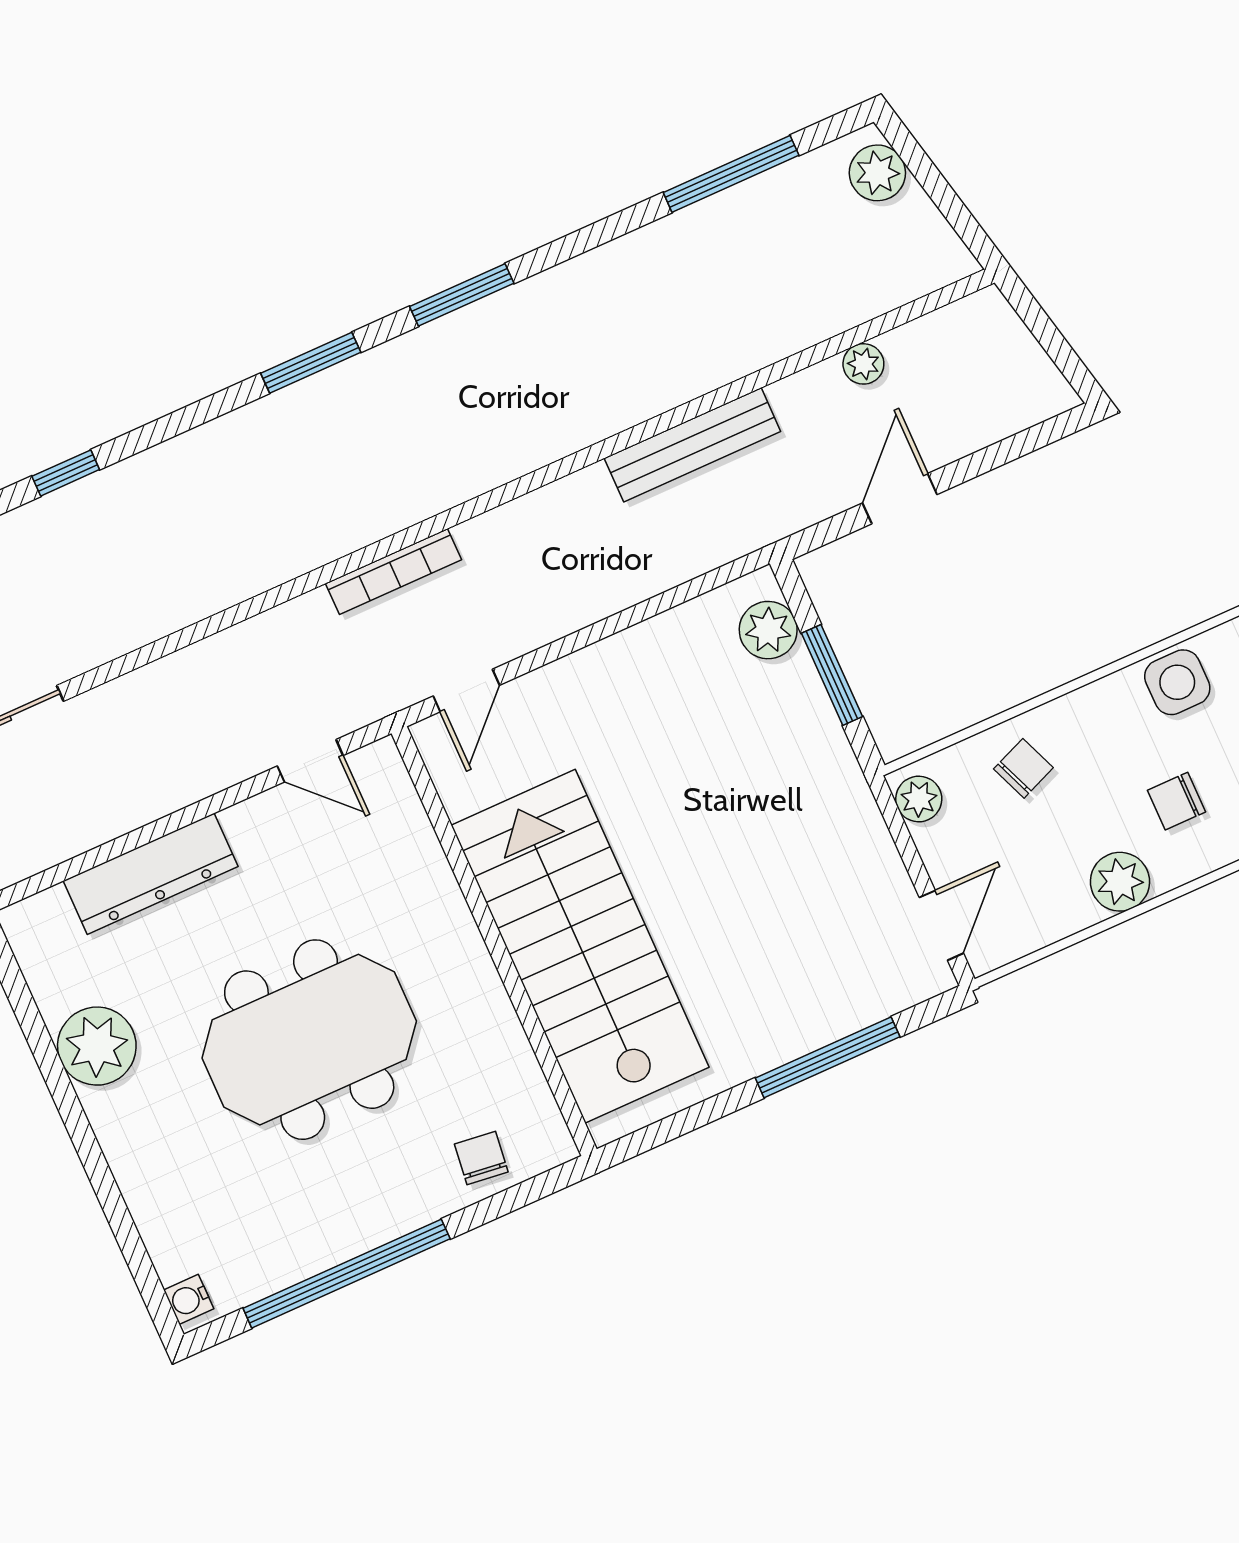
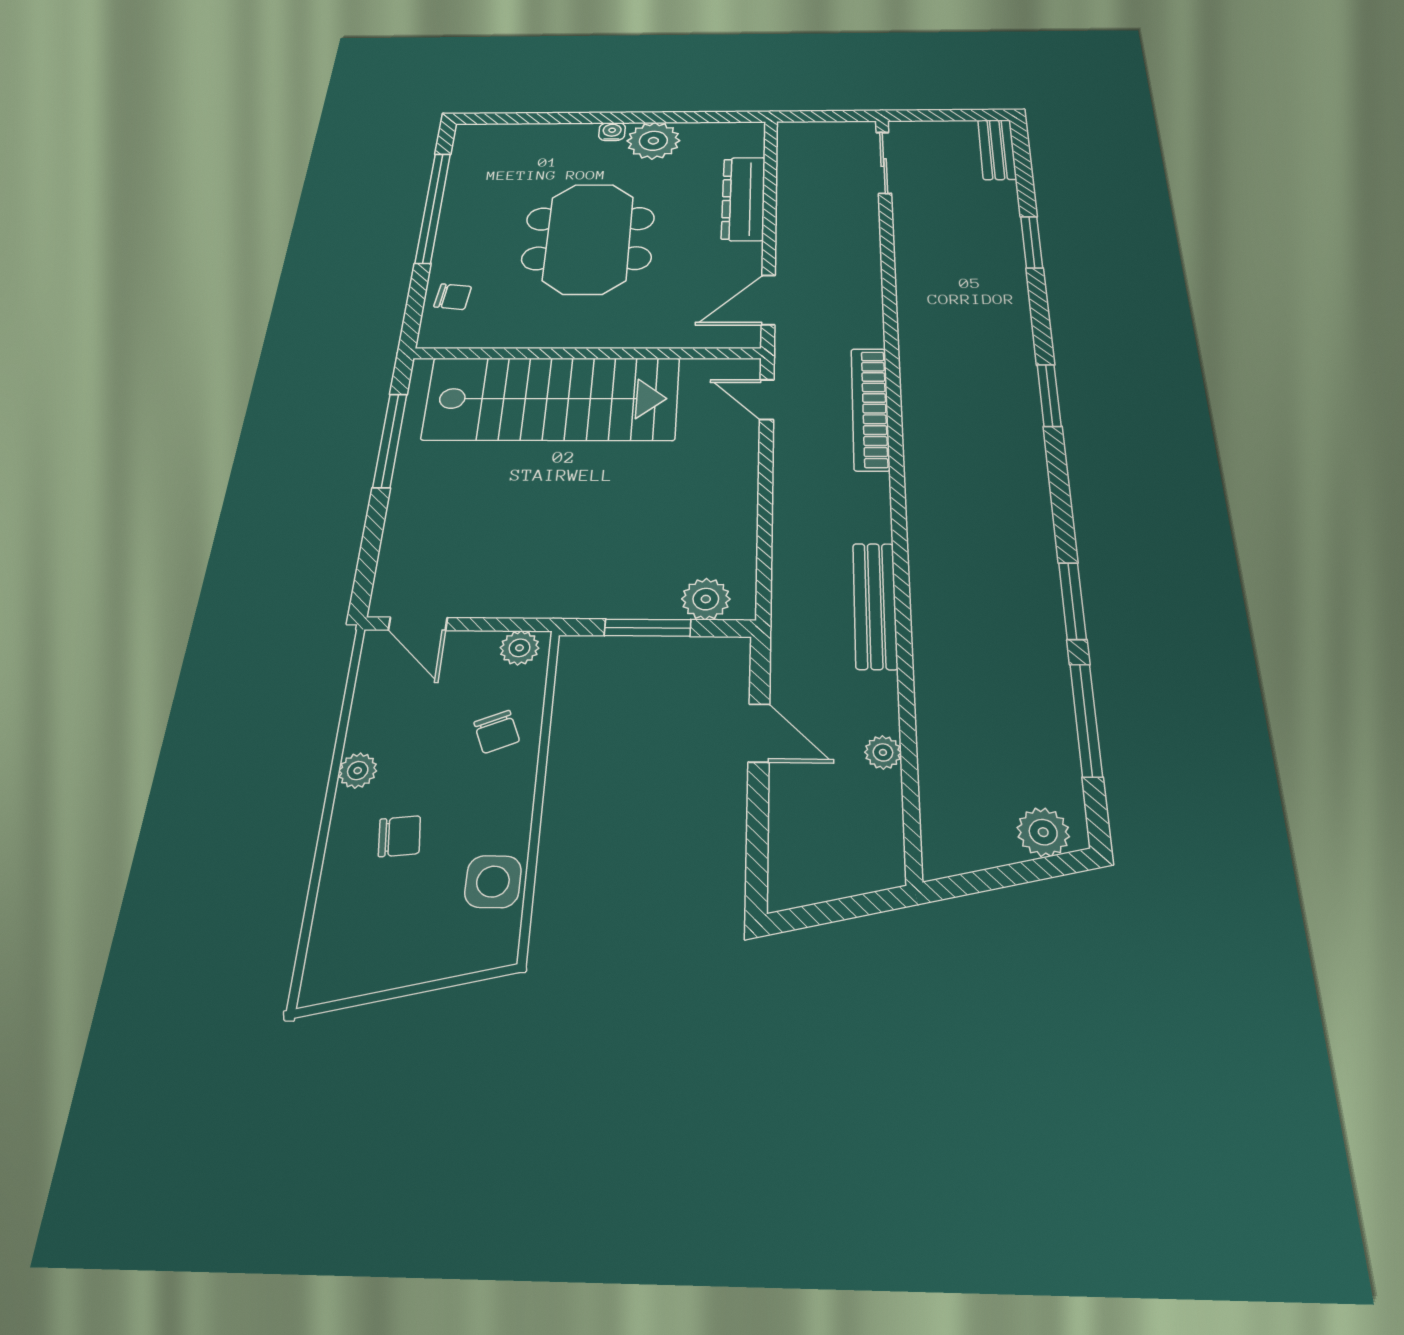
window: (462, 295) -> (1073, 601), moved
window: (66, 473) -> (1032, 242), width x1.50
bookcase: (394, 572) -> (870, 409), width x1.48, depth x1.31
door: (310, 761) -> (768, 300), width x1.37
chair: (1176, 801) -> (399, 836), turned 84
plant: (1120, 882) -> (358, 771), width x0.73, depth x0.73
window: (828, 1057) -> (390, 440), moved
water cooler: (189, 1299) -> (612, 132), moved

